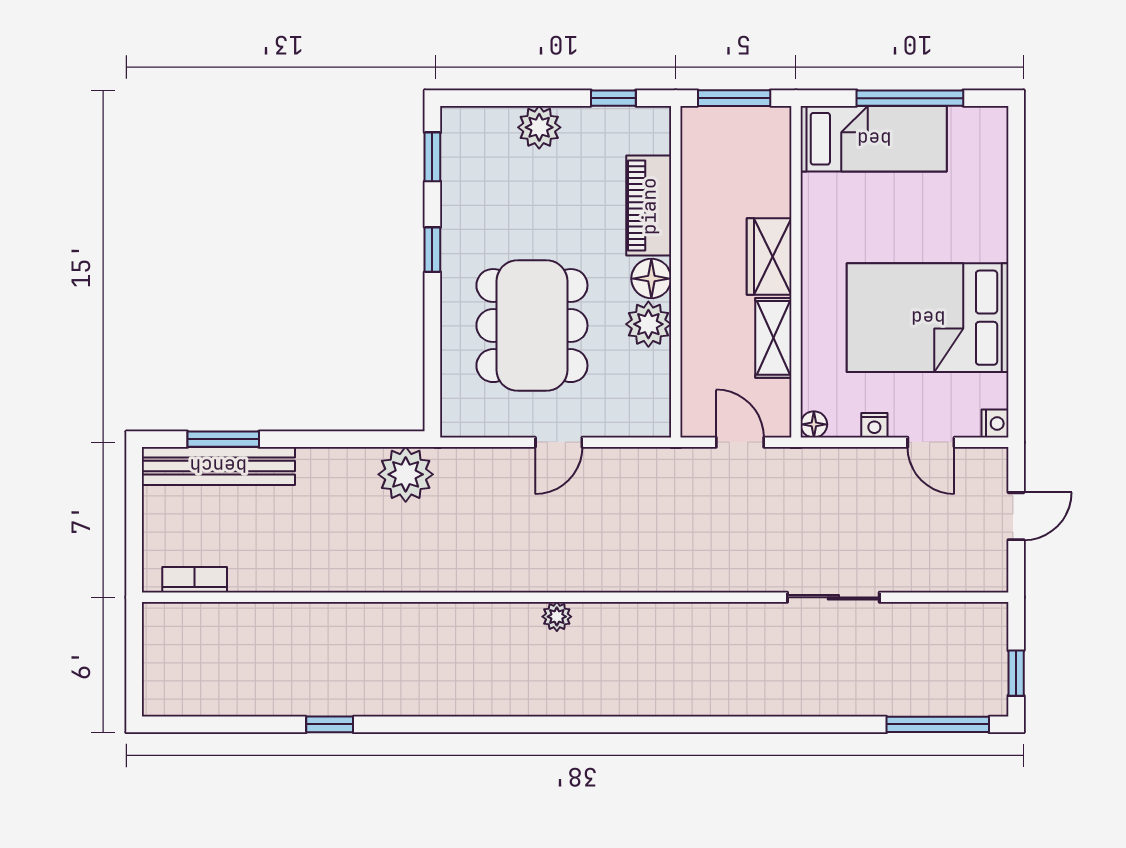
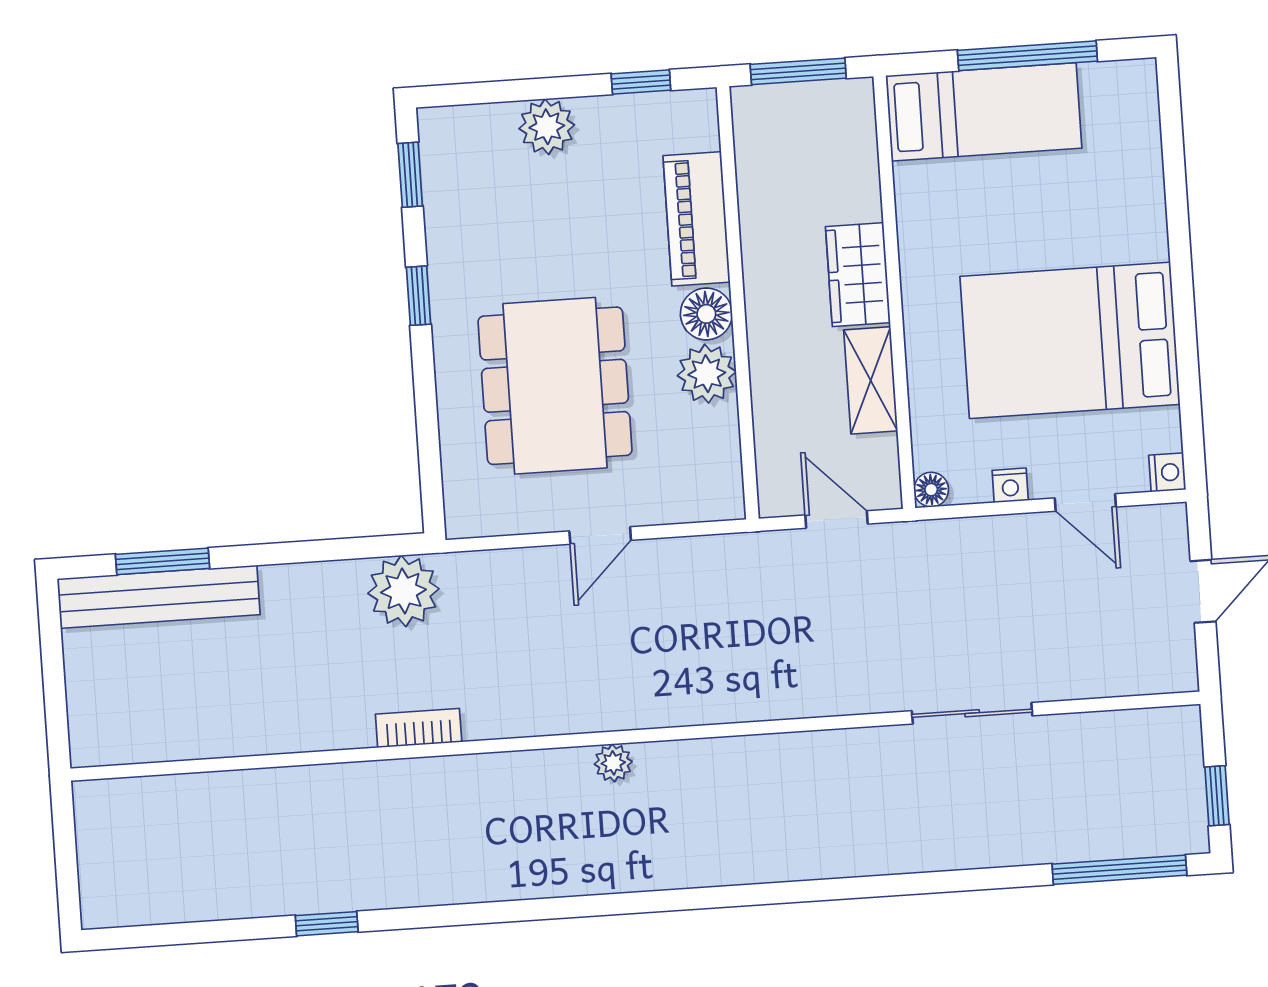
bookcase: (195, 580) -> (419, 728), moved

